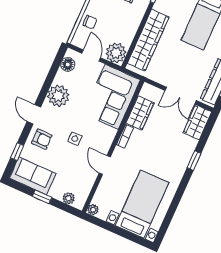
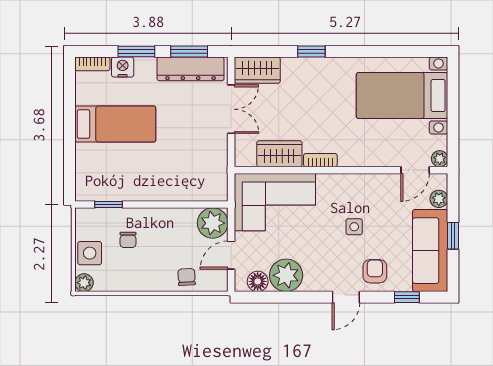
wardrobe: (148, 40) -> (176, 187), removed
plant: (58, 96) -> (286, 275), moved
door: (105, 165) -> (415, 170), moved
sofa: (33, 176) -> (430, 251), width x1.36

